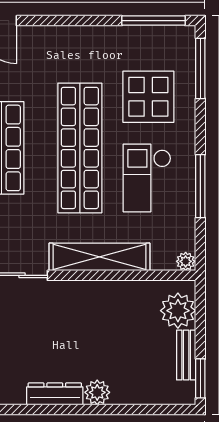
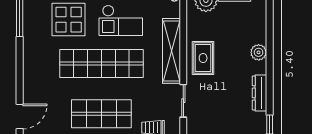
rug: (88, 306) -> (203, 58), added
dresser: (55, 394) -> (260, 93), moved

